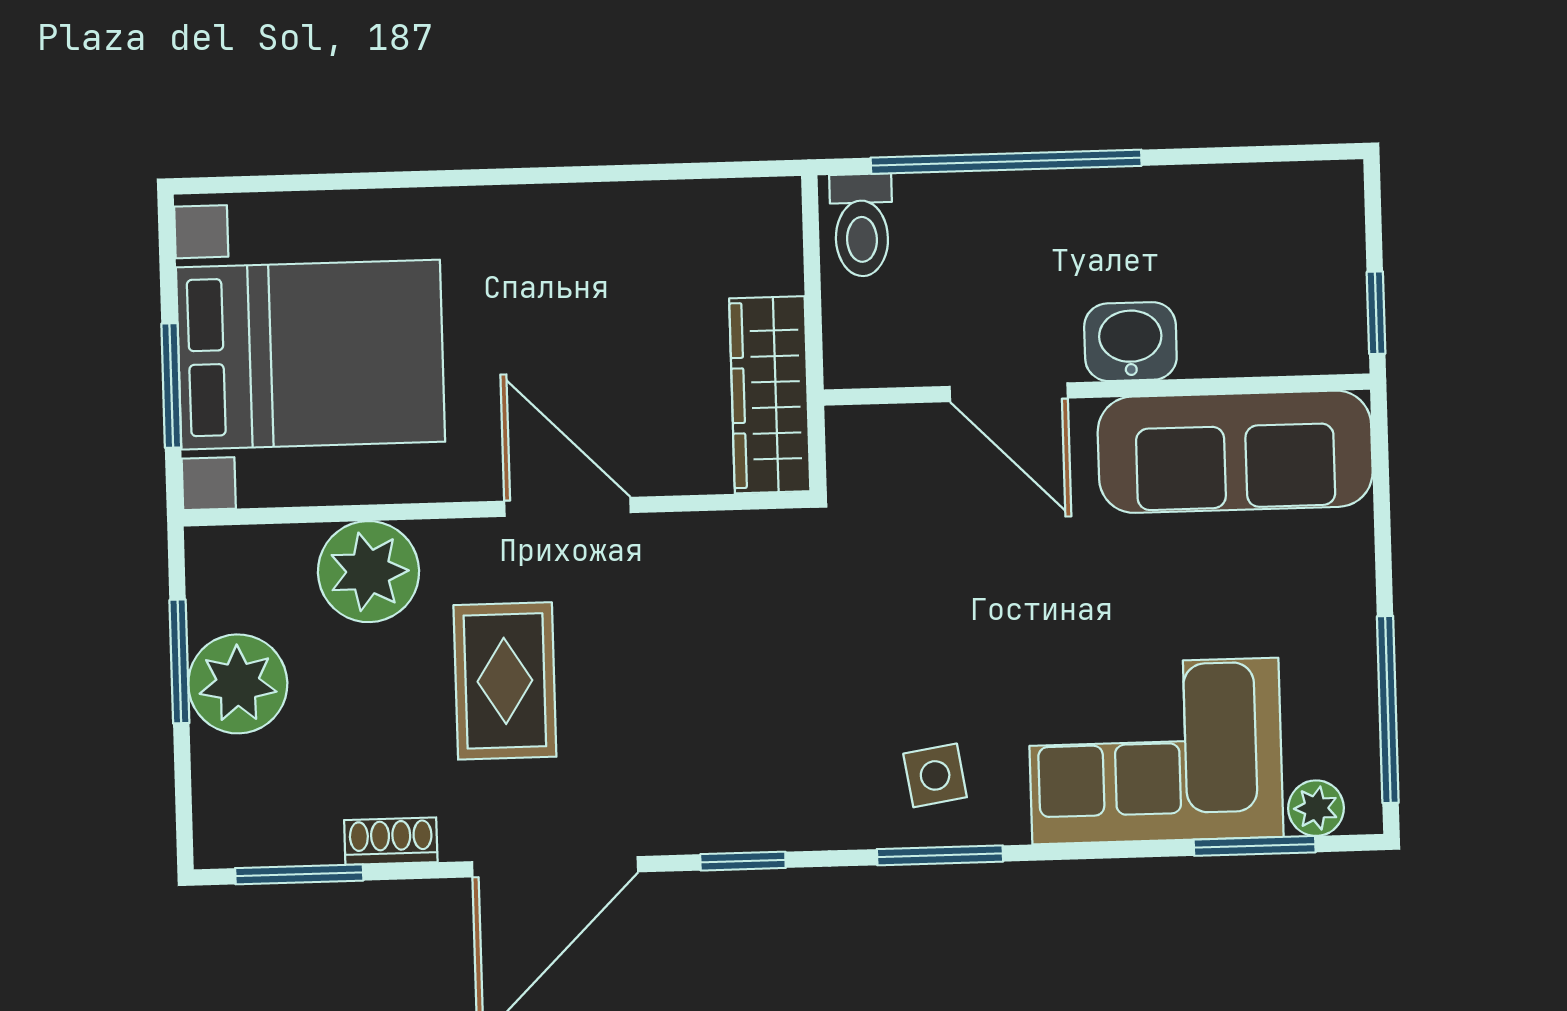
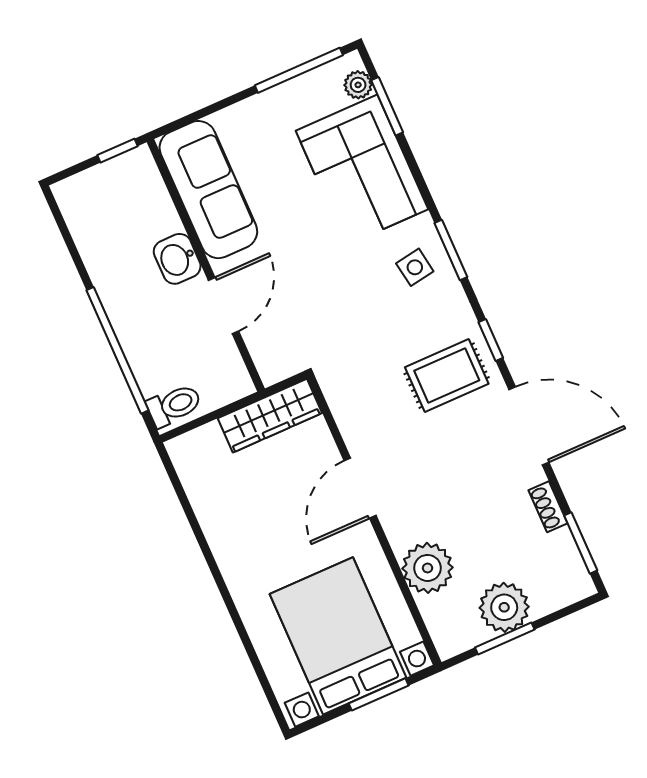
rug: (505, 681) -> (447, 376), moved

